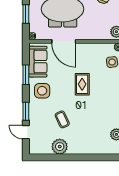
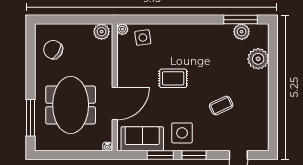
window: (26, 14) -> (77, 155), removed
window: (26, 111) -> (194, 155), moved
plant: (60, 147) -> (258, 59), moved

